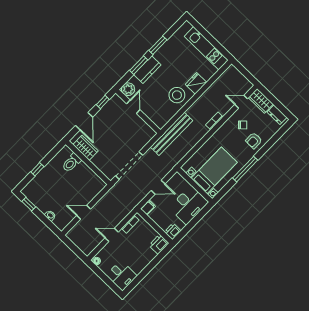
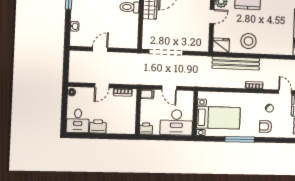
fridge: (196, 83) -> (221, 45), moved
bench: (172, 134) -> (236, 63), moved
door: (84, 212) -> (100, 49), hinge flipped
door: (112, 235) -> (102, 86), swing flipped
printer: (159, 244) -> (98, 126), moved

